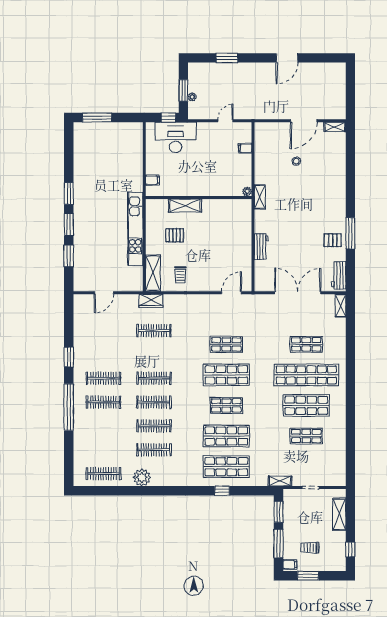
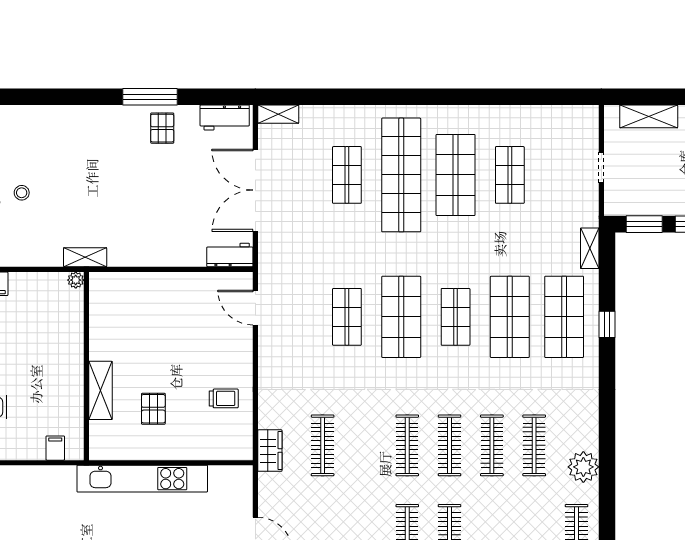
workbench: (261, 247) -> (230, 255), moved
shelving: (153, 273) -> (221, 447), removed
shelving: (280, 481) -> (590, 248), moved

